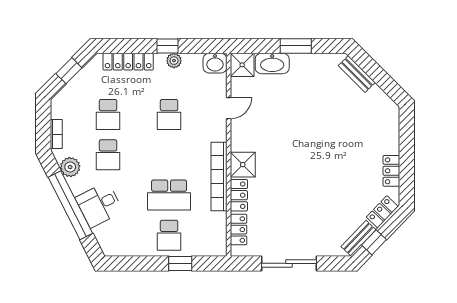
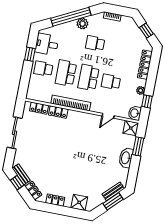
window: (167, 46) -> (147, 101), moved
window: (296, 46) -> (138, 146), moved
washbasin: (272, 63) -> (126, 158), moved
window: (374, 71) -> (113, 201), added
door: (229, 108) -> (108, 116), hinge flipped
school desk: (108, 114) -> (88, 77), moved, width x1.85
shower: (243, 165) -> (79, 202), moved
plant: (70, 167) -> (82, 24), moved
desk: (99, 205) -> (47, 44), moved, turned -63
window: (180, 263) -> (30, 54), moved

